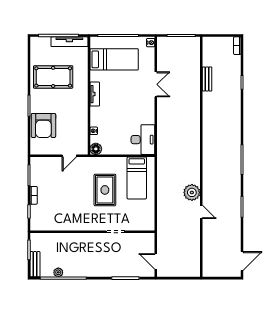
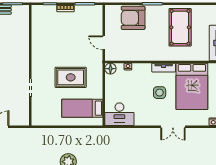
bed: (114, 59) -> (192, 86), width x1.50
side table: (121, 98) -> (160, 93), added

